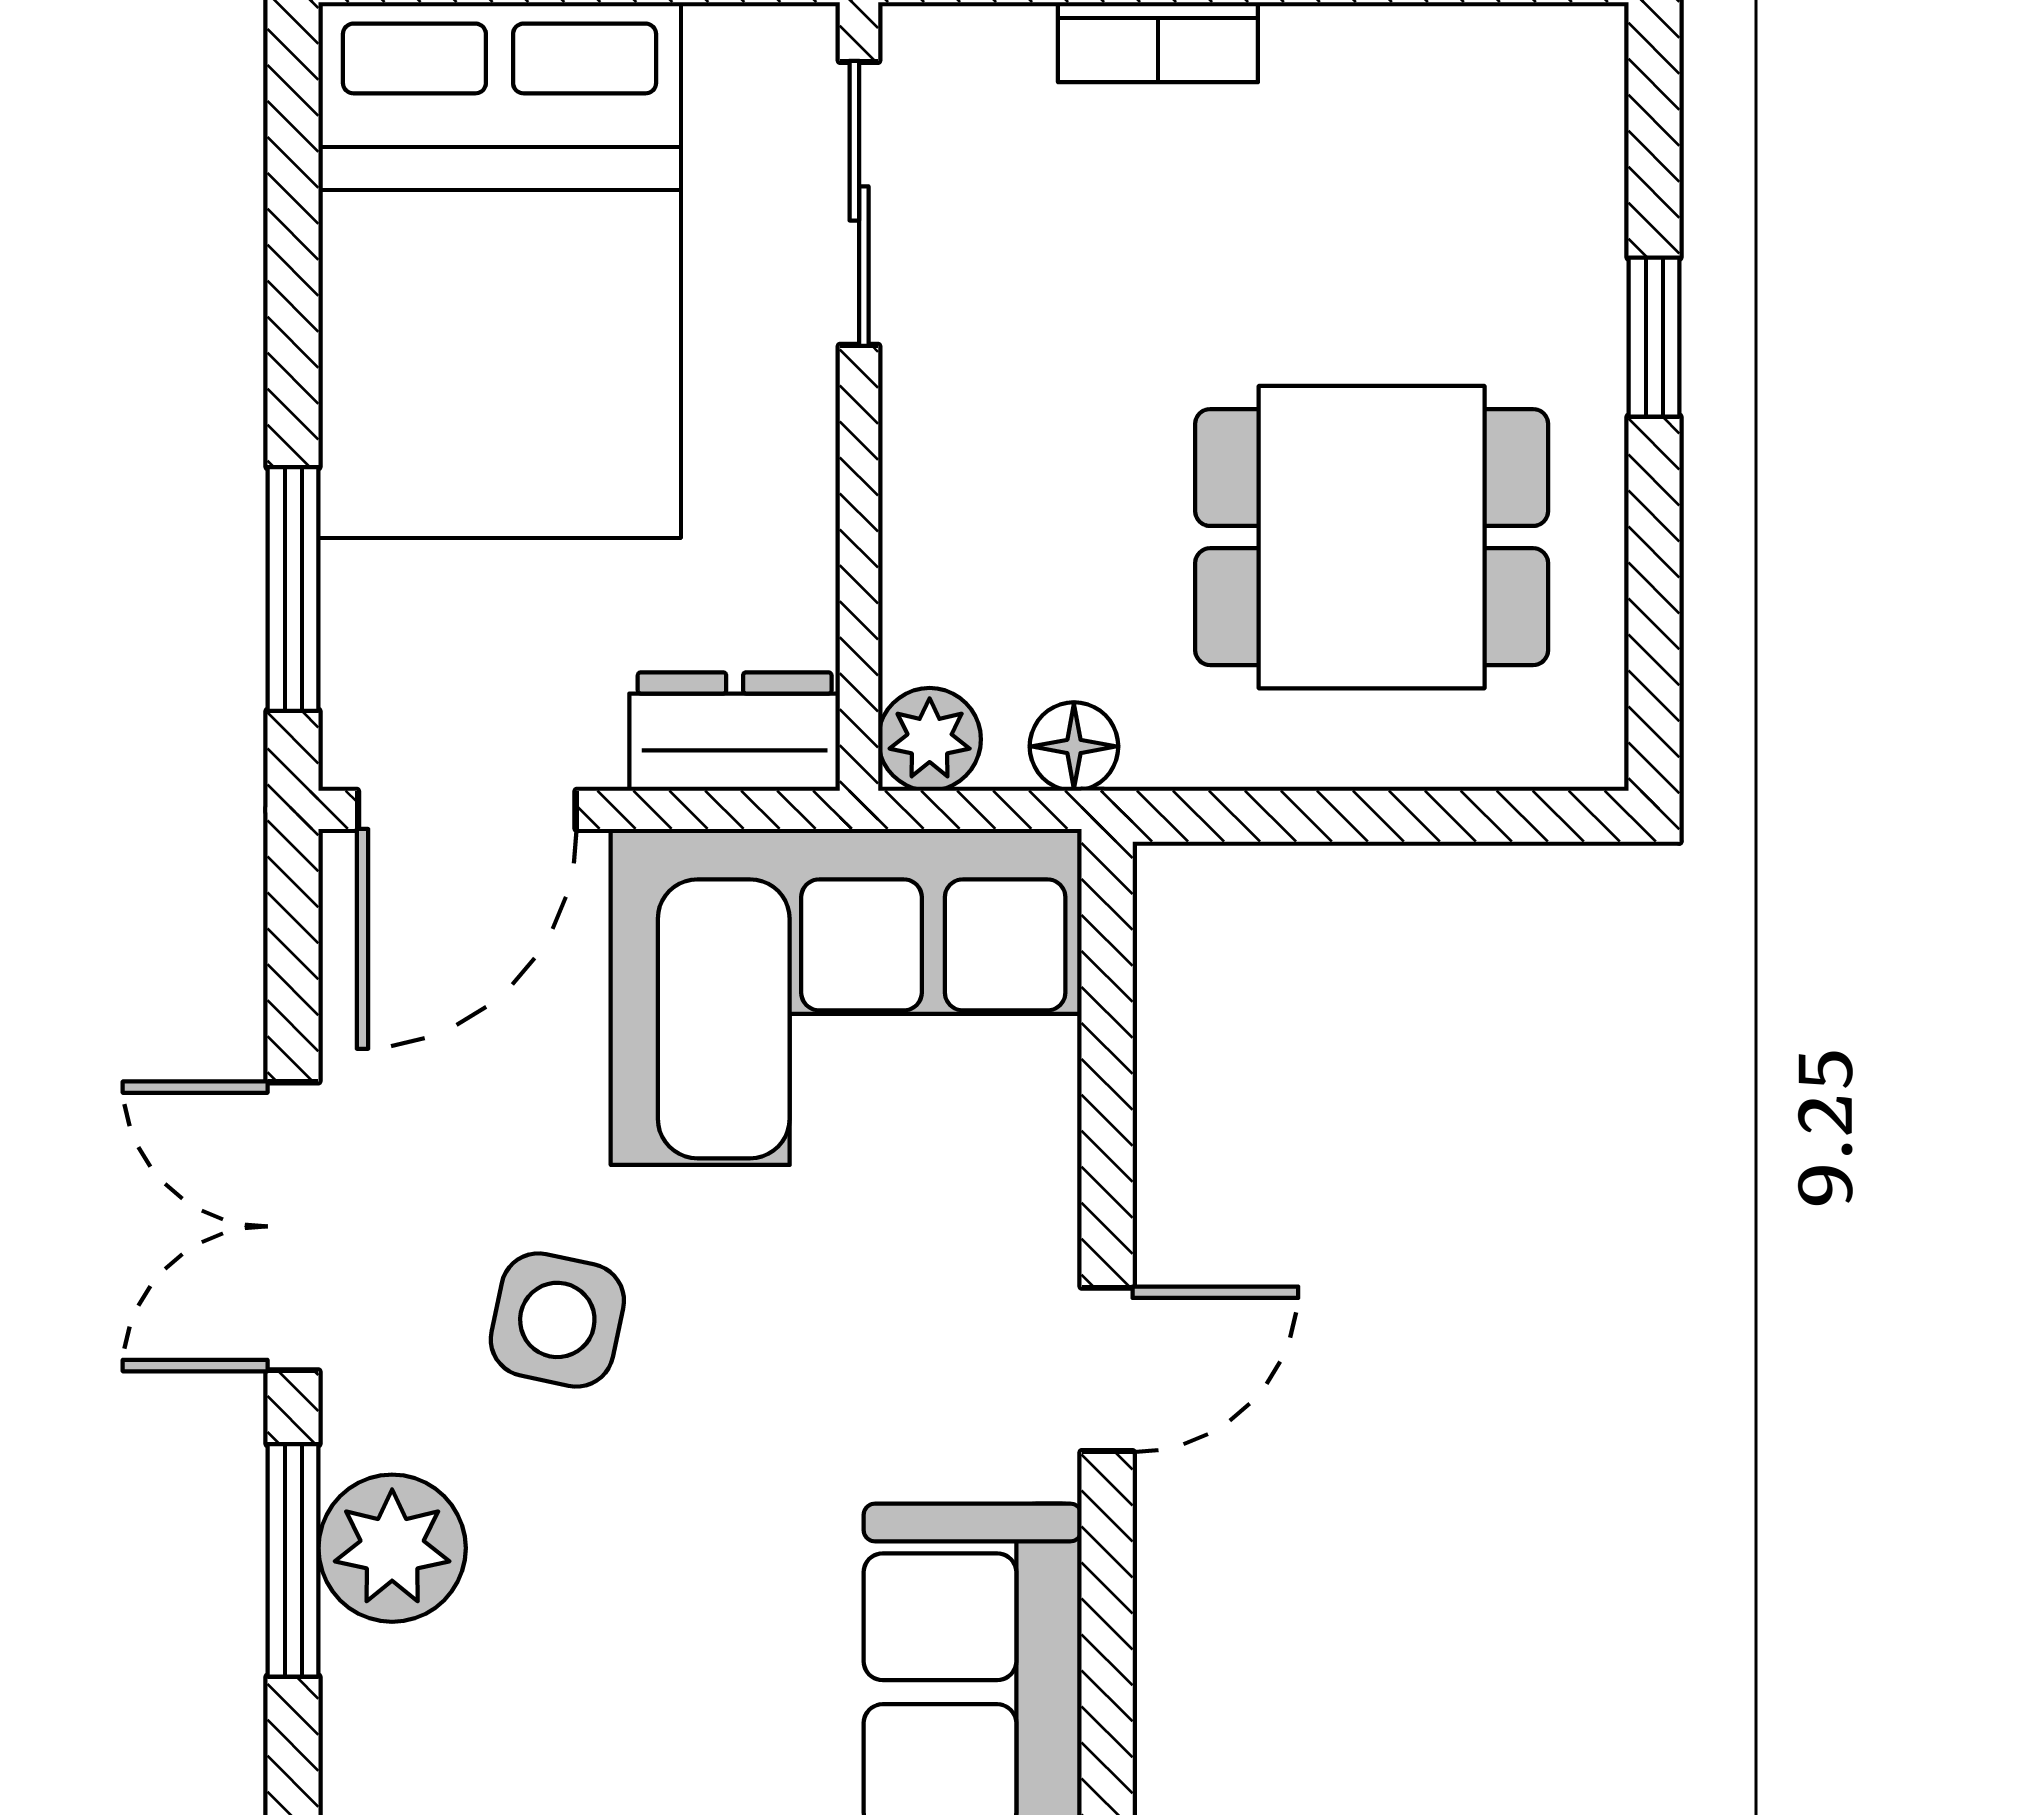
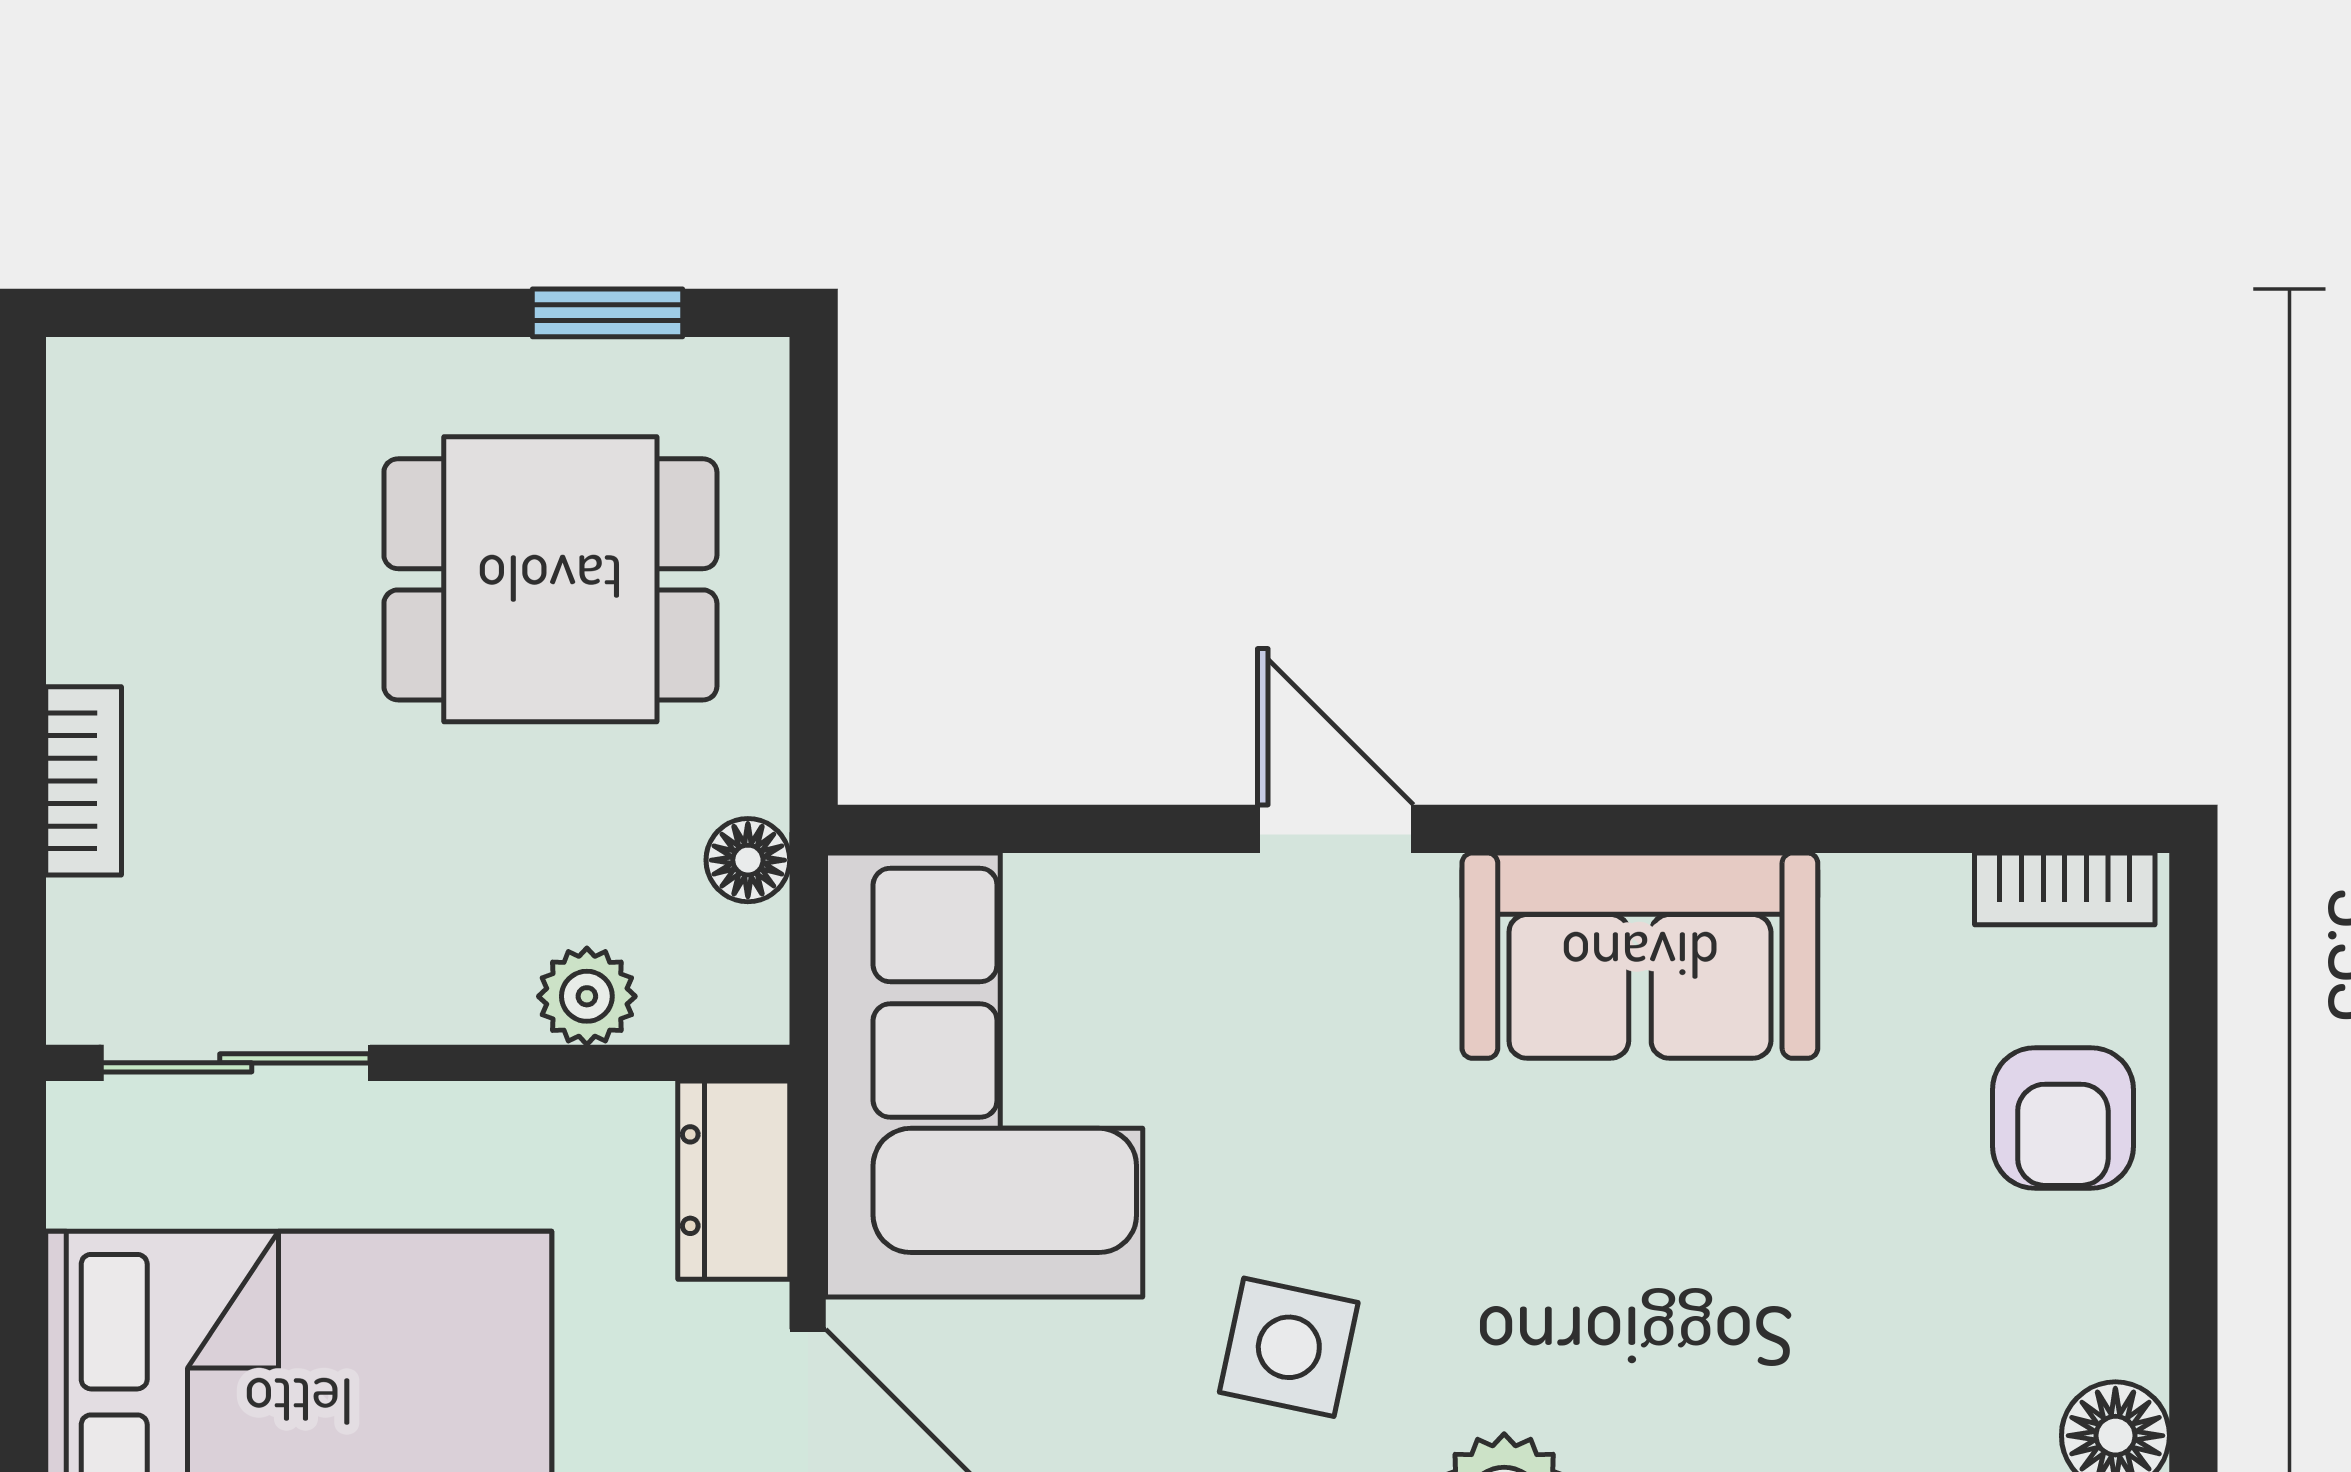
window: (1654, 337) -> (608, 313), moved
dining table: (1372, 537) -> (550, 579), turned 90
plant: (930, 739) -> (587, 996), moved

